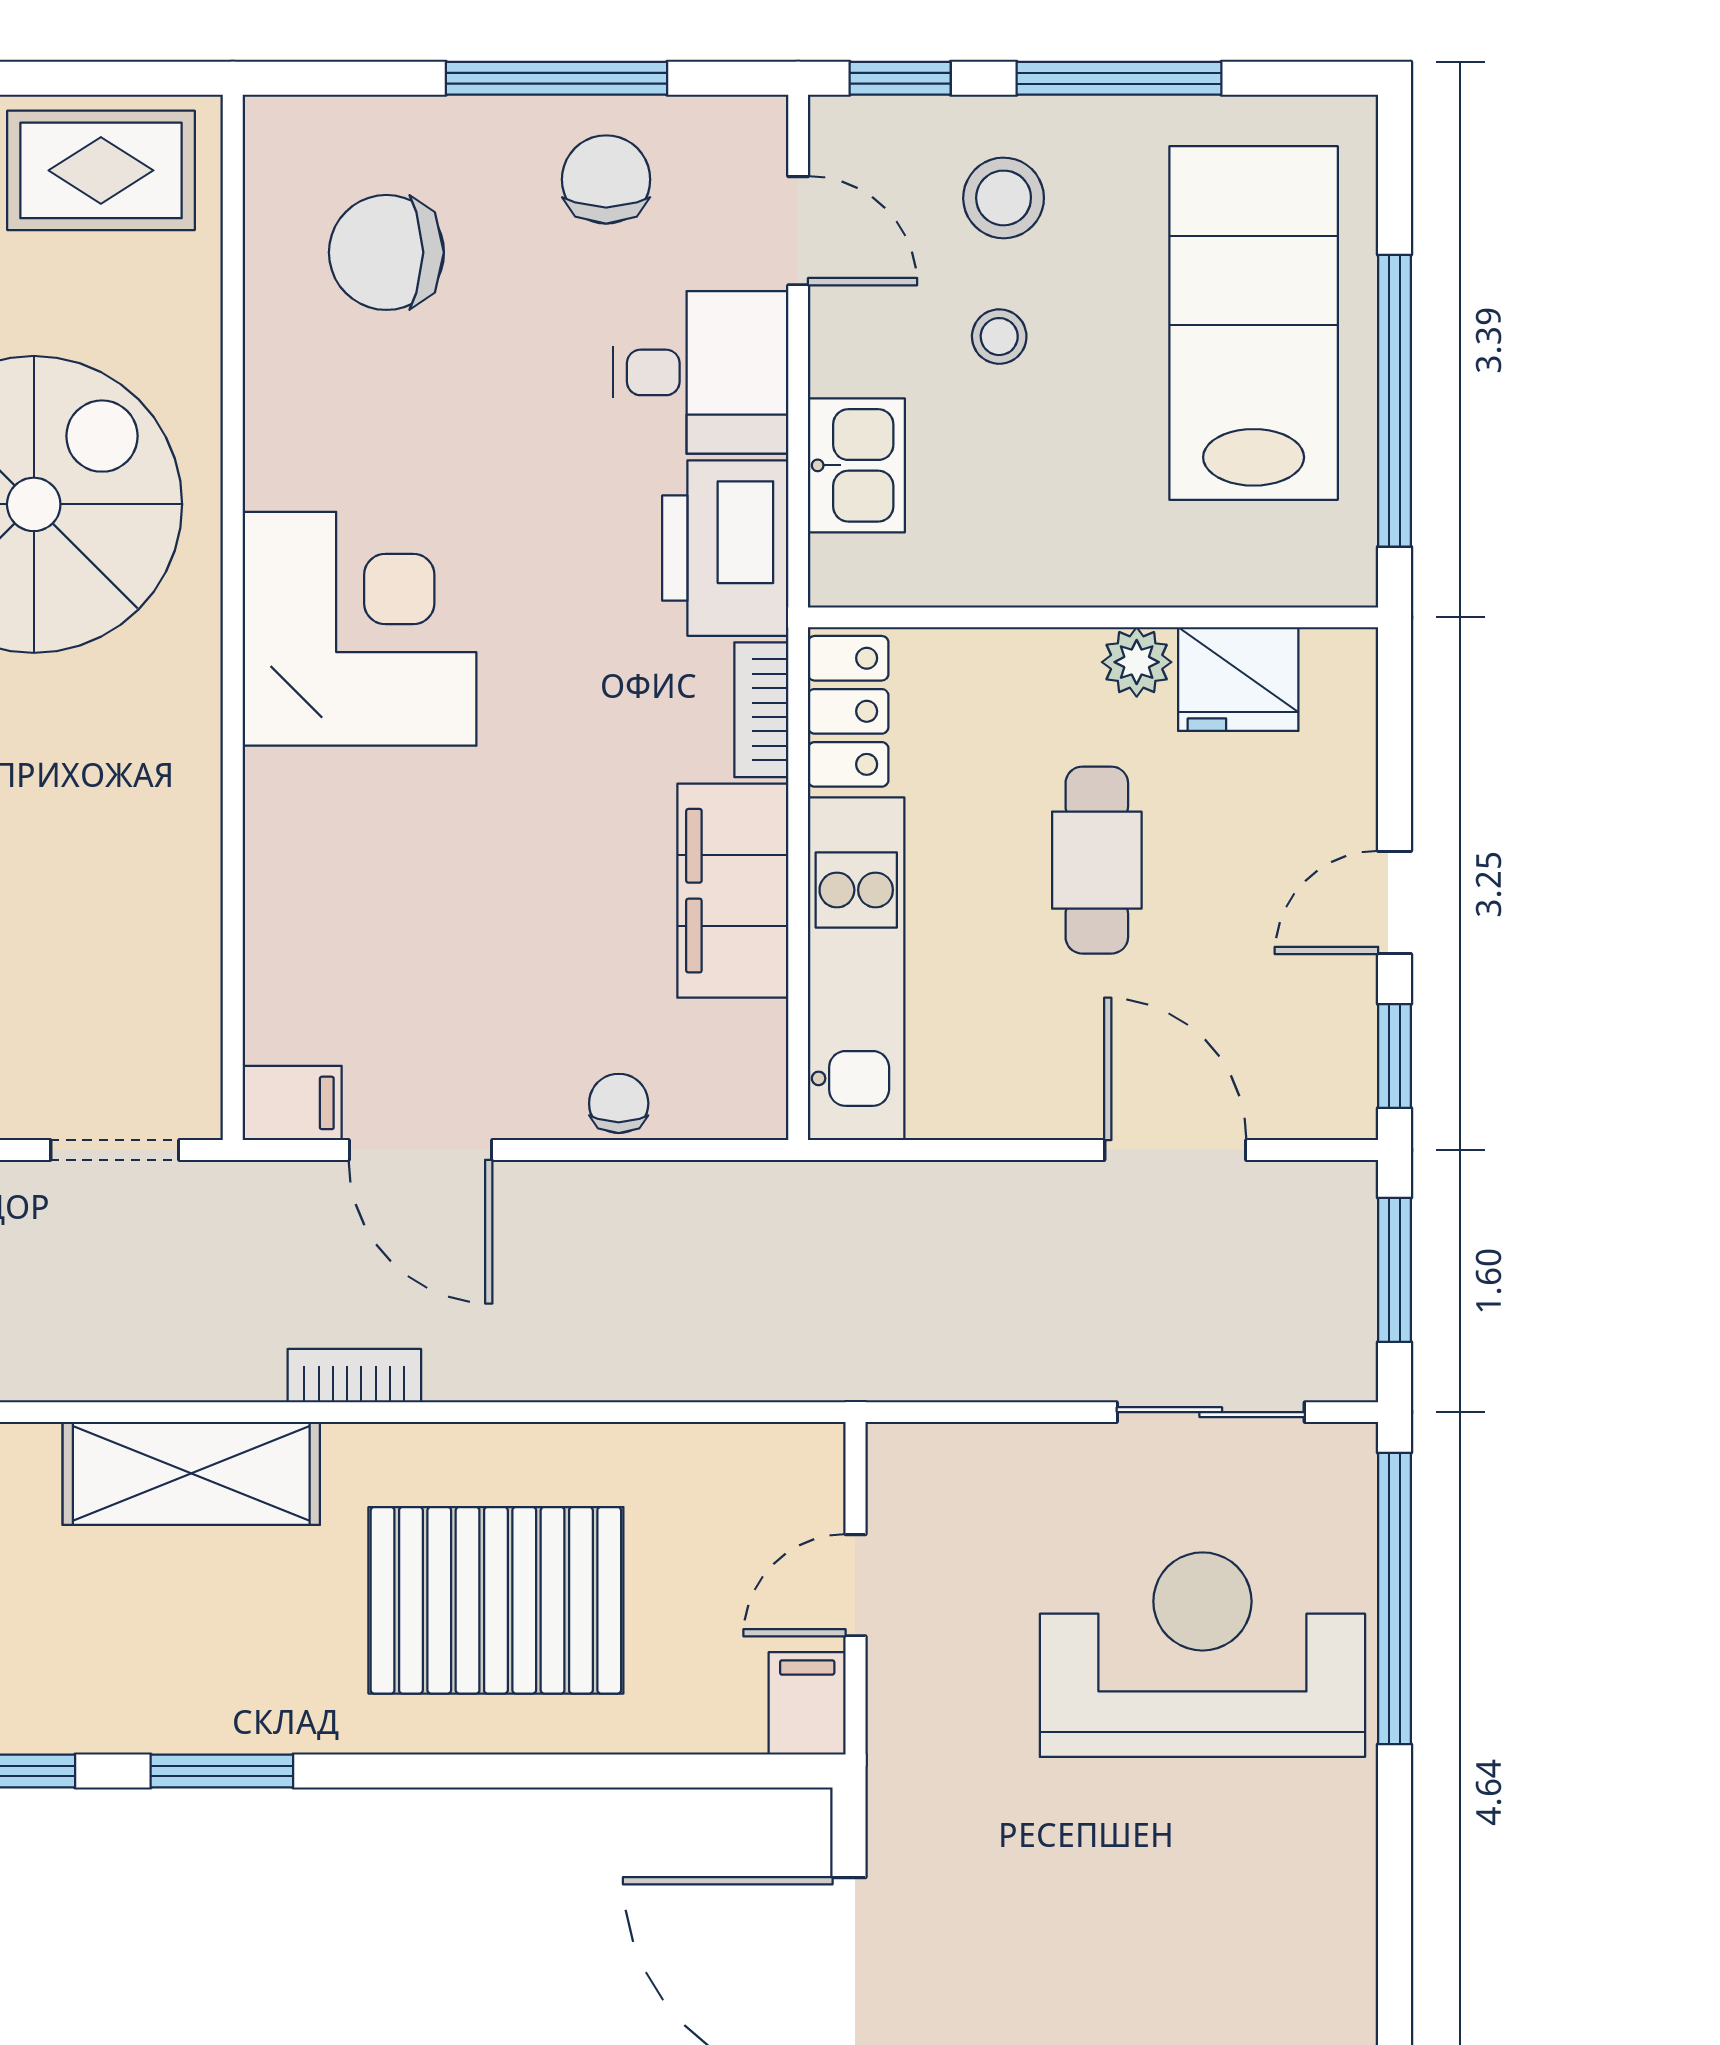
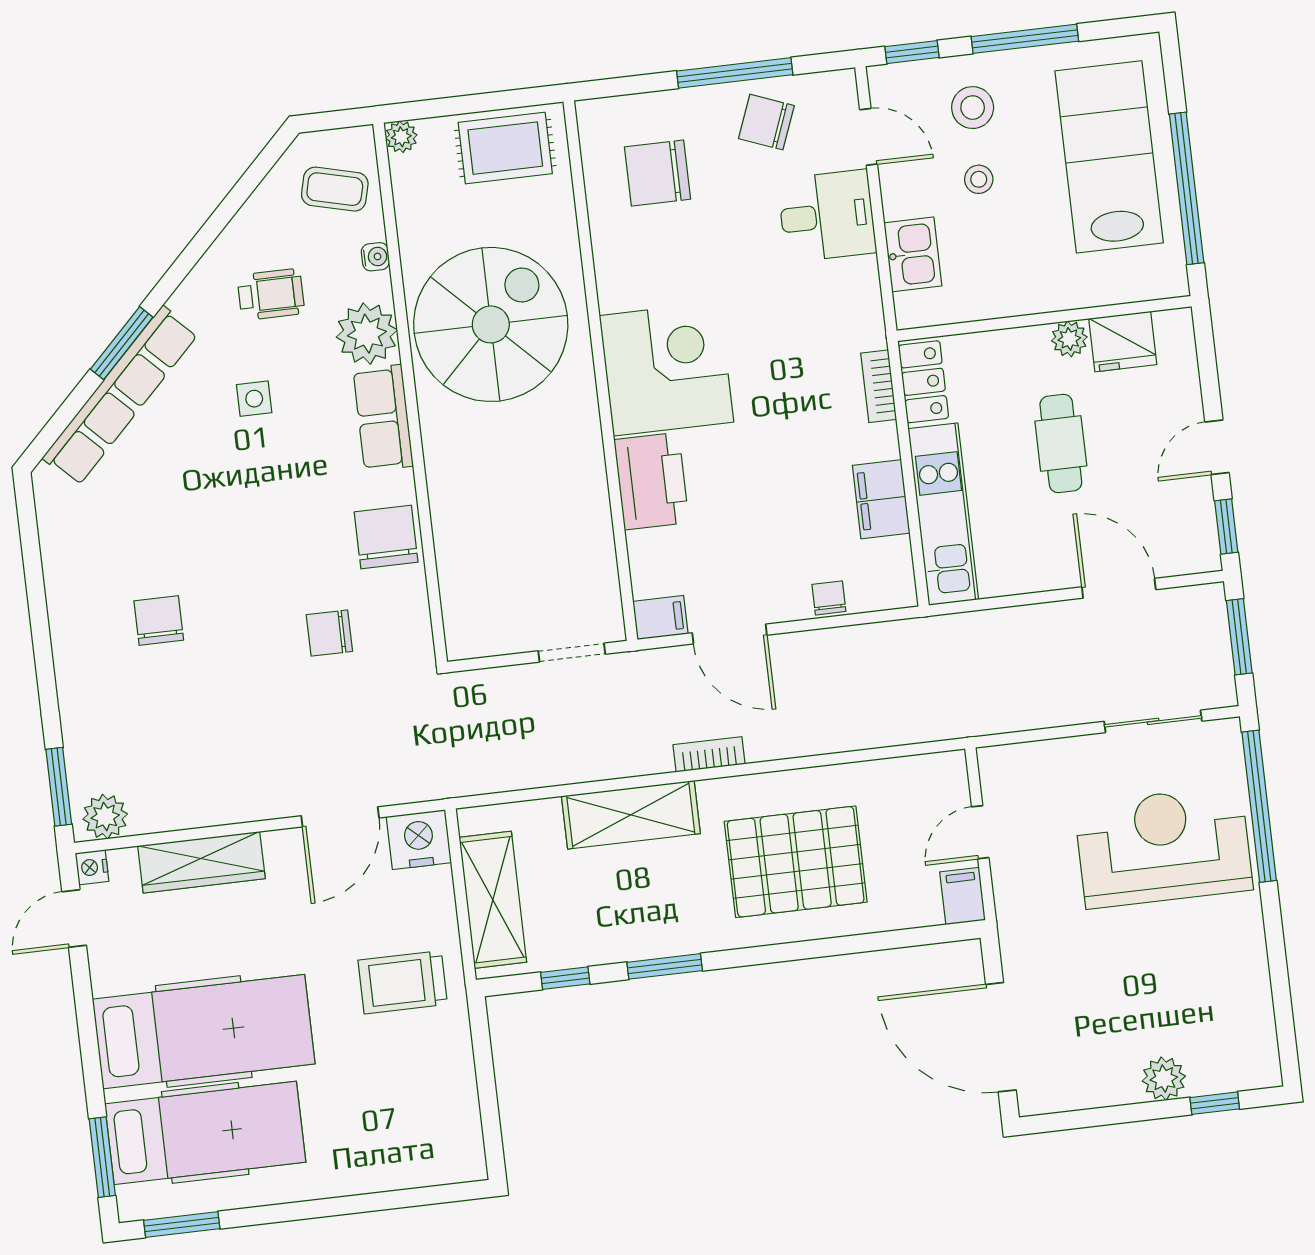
chair: (606, 179) -> (766, 122), turned -69
printer: (725, 548) -> (651, 481), moved, turned 180
filing cabinet: (733, 891) -> (881, 499), width x0.67, depth x0.86

